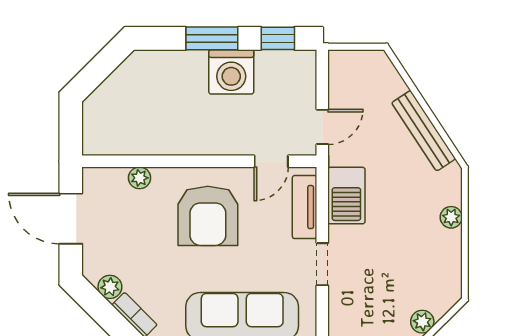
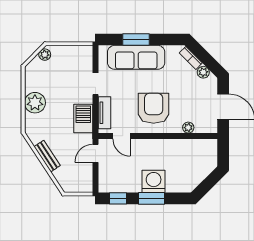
washing machine: (231, 72) -> (154, 181), moved
bench: (424, 131) -> (47, 156), width x0.73
door: (271, 161) -> (121, 136), swing flipped
plant: (451, 217) -> (35, 103), width x1.88, depth x1.88

